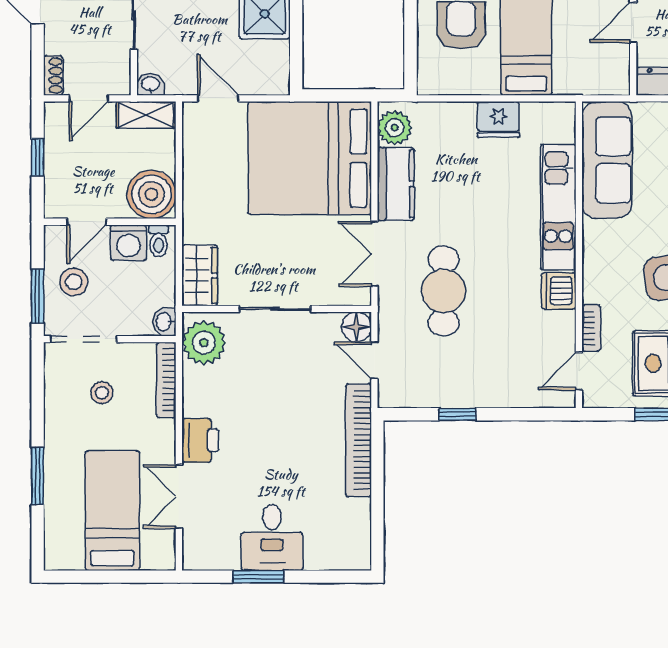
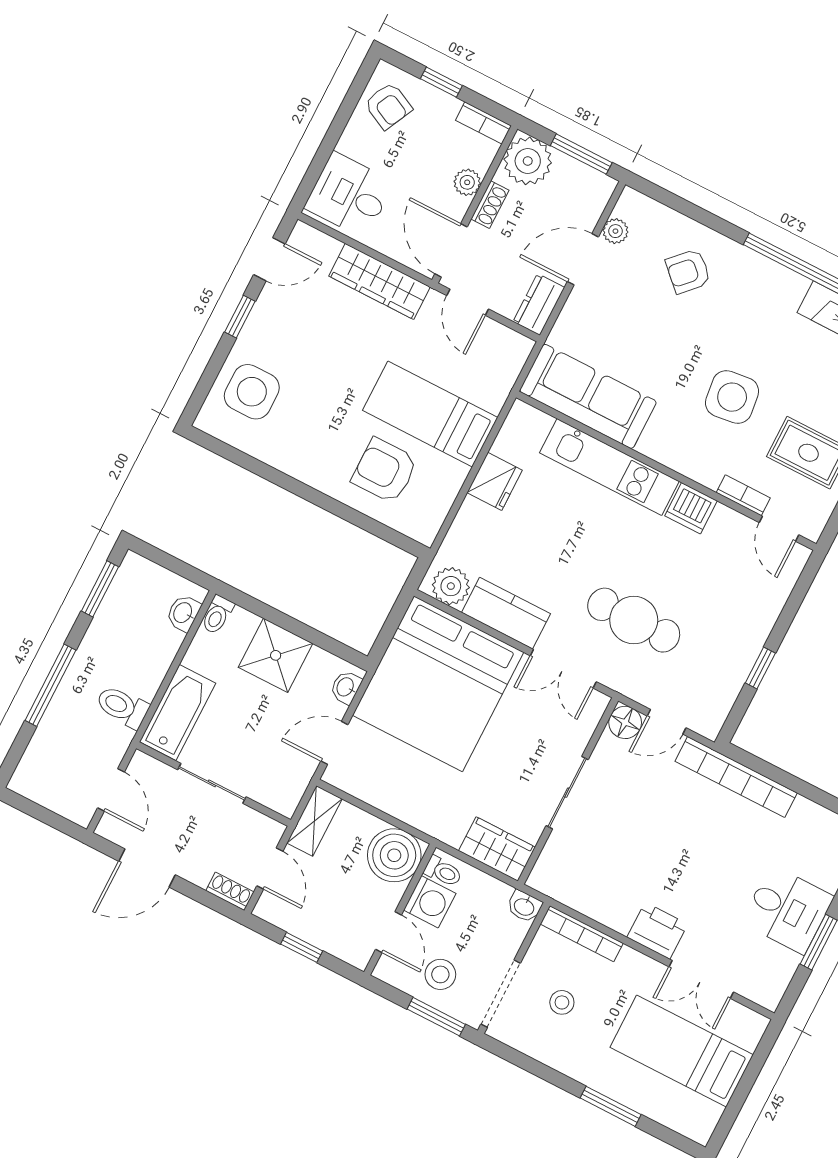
washbasin: (151, 84) -> (346, 687), moved
plant: (204, 343) -> (564, 878), removed

